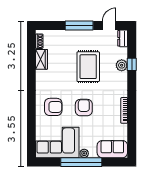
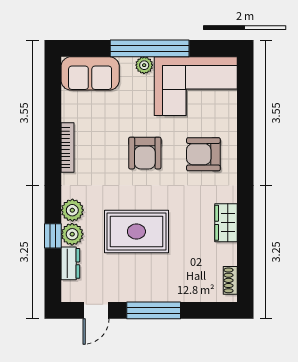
dresser: (123, 38) -> (70, 263), moved
wardrobe: (41, 59) -> (226, 223), moved
rug: (88, 67) -> (136, 231), turned 90
plant: (122, 78) -> (72, 210), added

